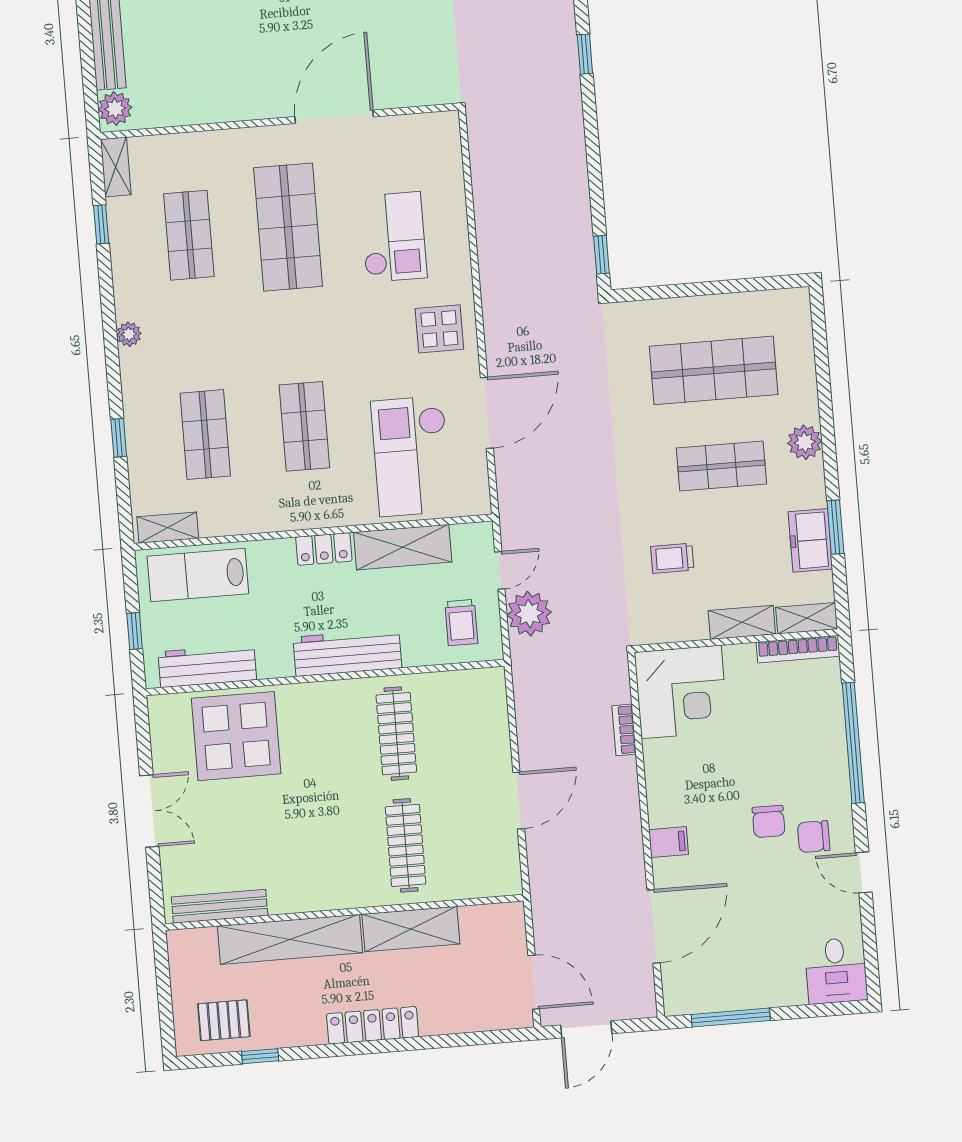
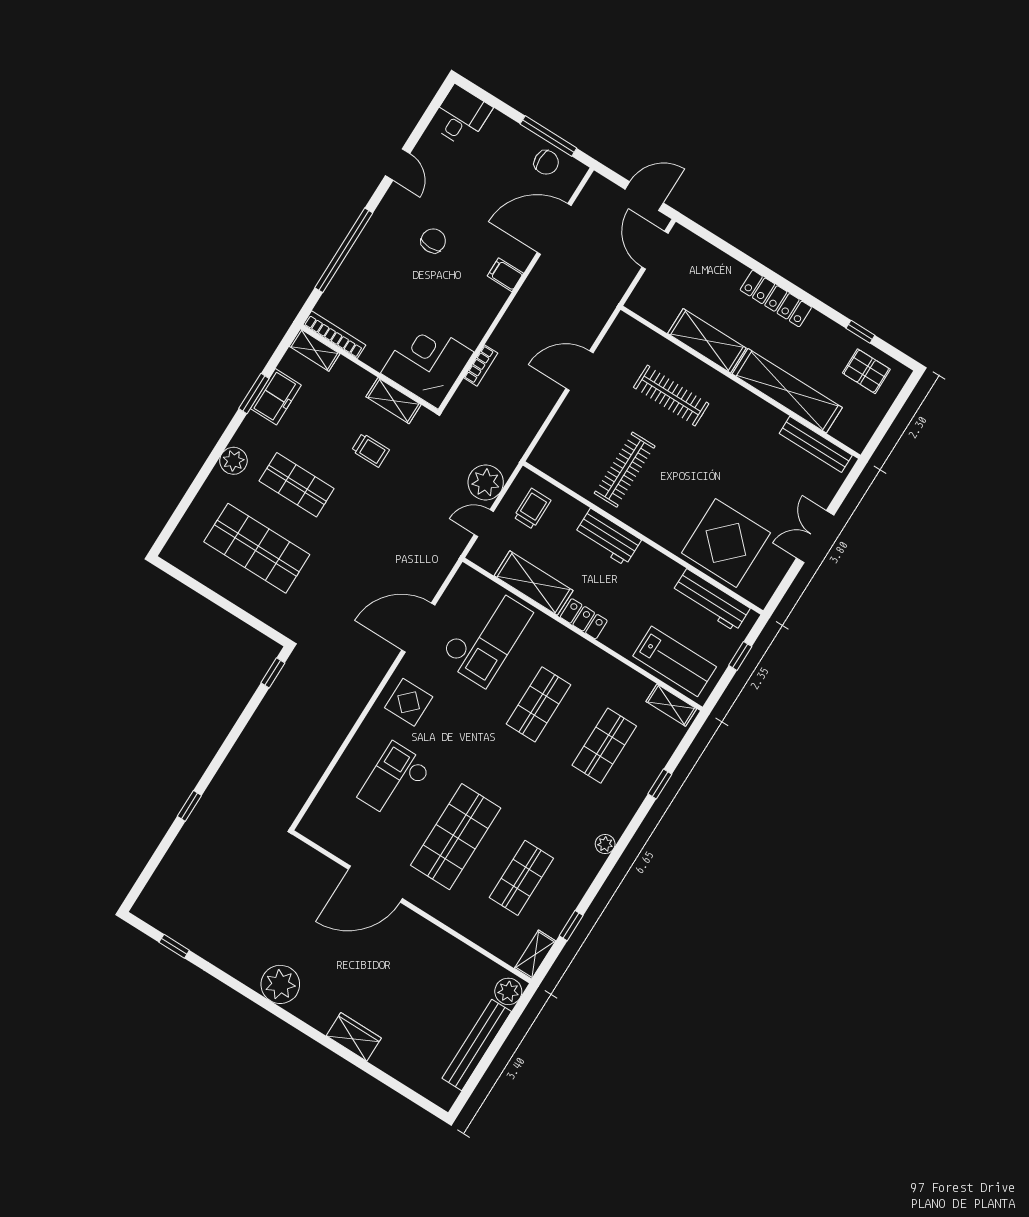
shelving: (742, 622) -> (394, 401), moved
workbench: (347, 653) -> (608, 537), width x0.73
chair: (814, 837) -> (546, 162), moved
clothes rail: (406, 845) -> (671, 395), turned 90

